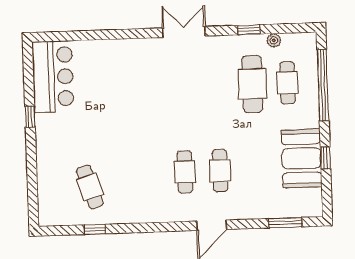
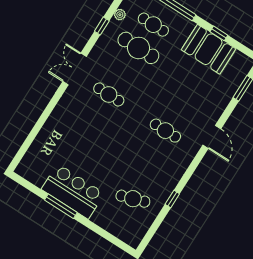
bar counter: (53, 77) -> (73, 191), moved
window: (30, 117) -> (61, 206), width x2.17
cafe table: (220, 171) -> (109, 94), moved
window: (95, 229) -> (172, 199), moved

